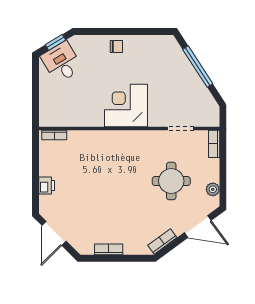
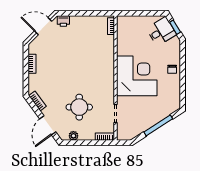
corner desk: (126, 105) -> (137, 76), width x1.36, depth x1.36
printer: (47, 186) -> (63, 21), moved

